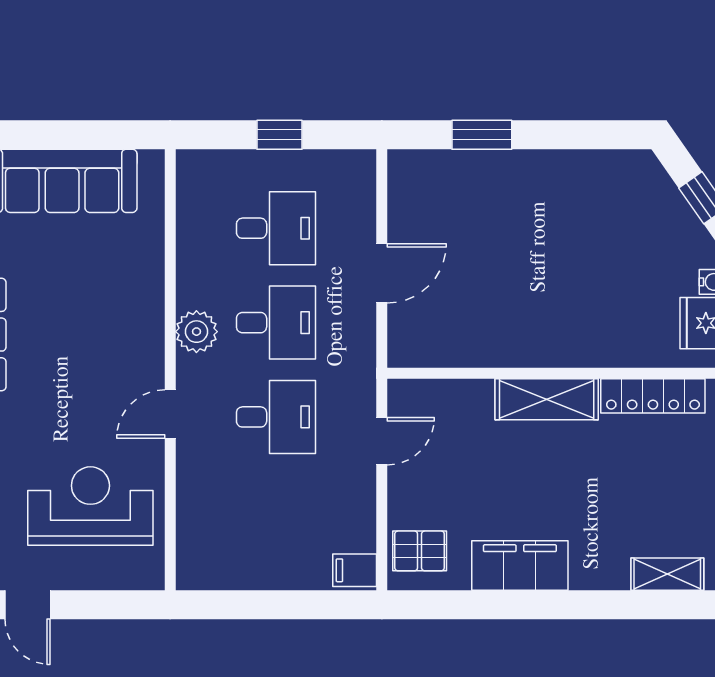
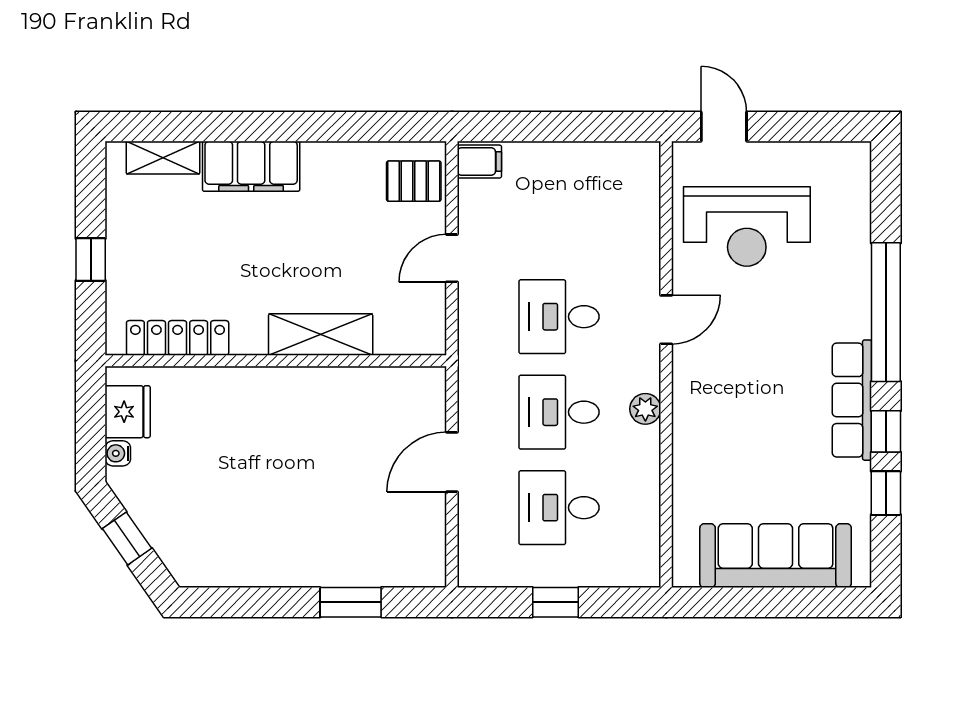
plant: (196, 332) -> (645, 409), width x0.73, depth x0.73
shelving: (547, 399) -> (321, 335), moved
door: (382, 441) -> (452, 258), moved
filing cabinet: (520, 566) -> (251, 166), moved
door: (27, 605) -> (724, 127), moved

